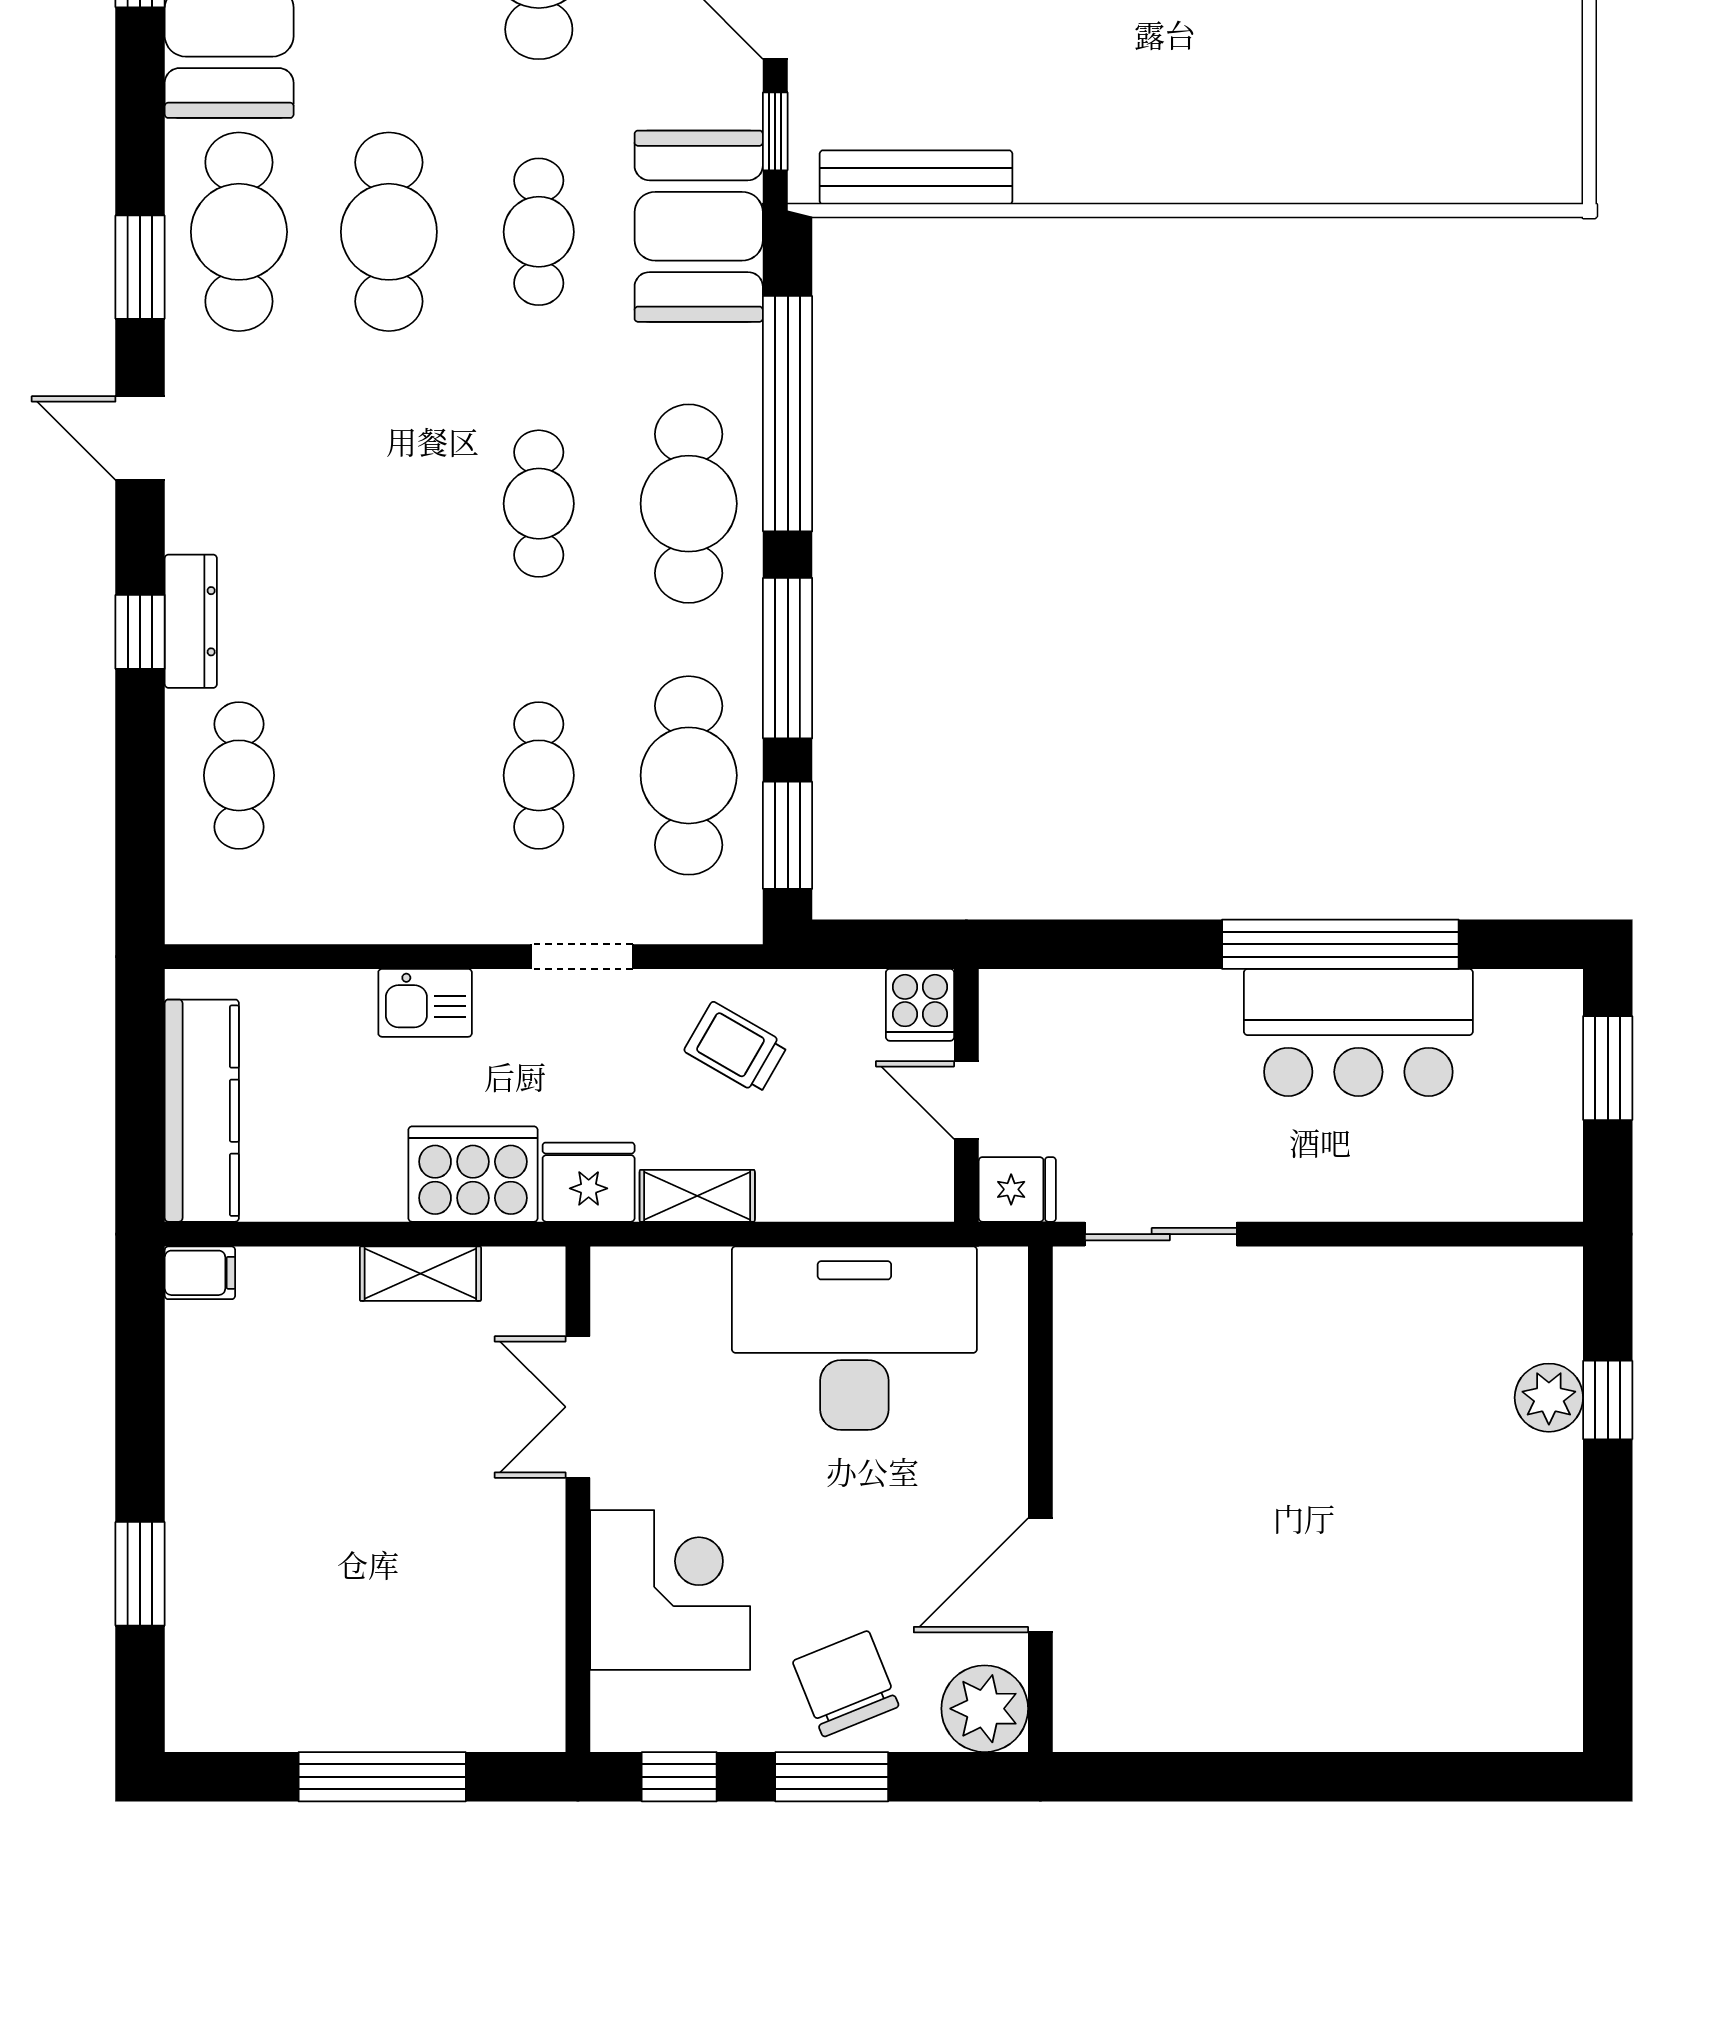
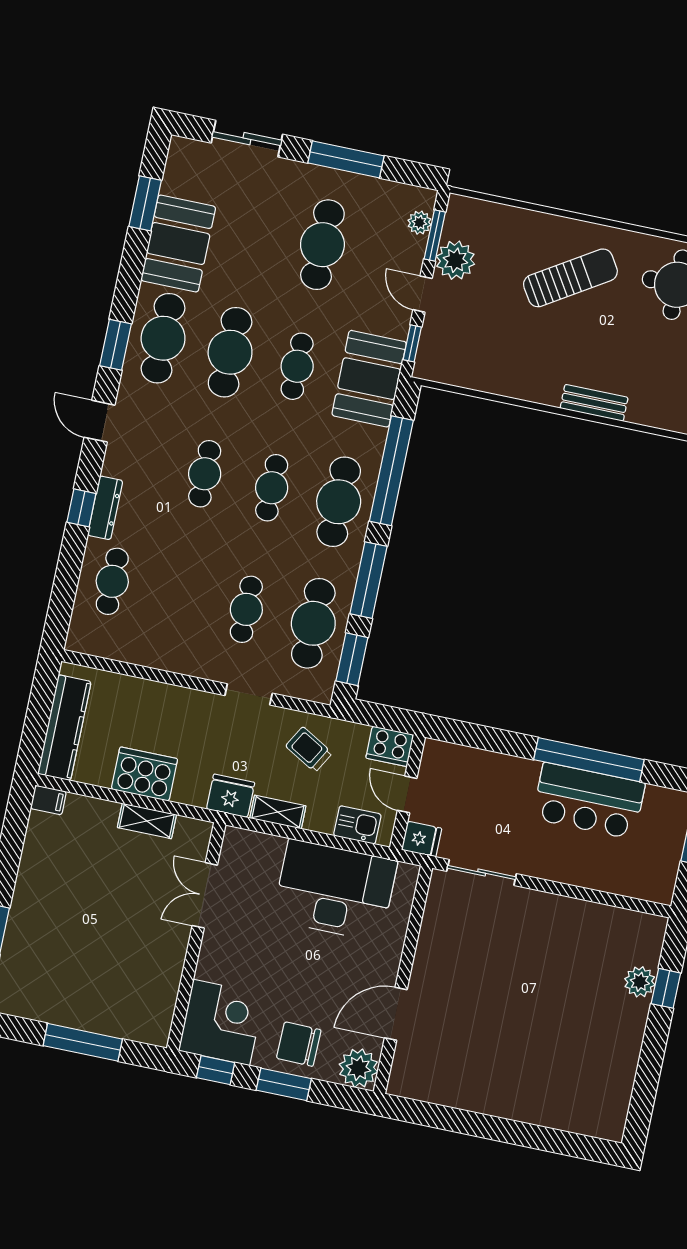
bench: (916, 177) -> (594, 403), moved, width x0.73
cafe table: (389, 504) -> (205, 474), added
kitchen sink: (425, 1003) -> (357, 825), moved, turned 180
cooker: (920, 1005) -> (390, 746), width x1.36
cooker: (473, 1174) -> (144, 774), moved
corner desk: (670, 1590) -> (221, 1022), moved
chair: (846, 1684) -> (299, 1044), turned -67

